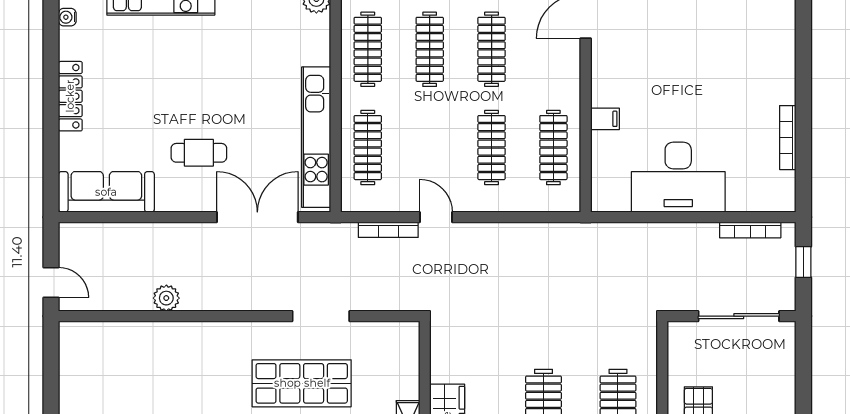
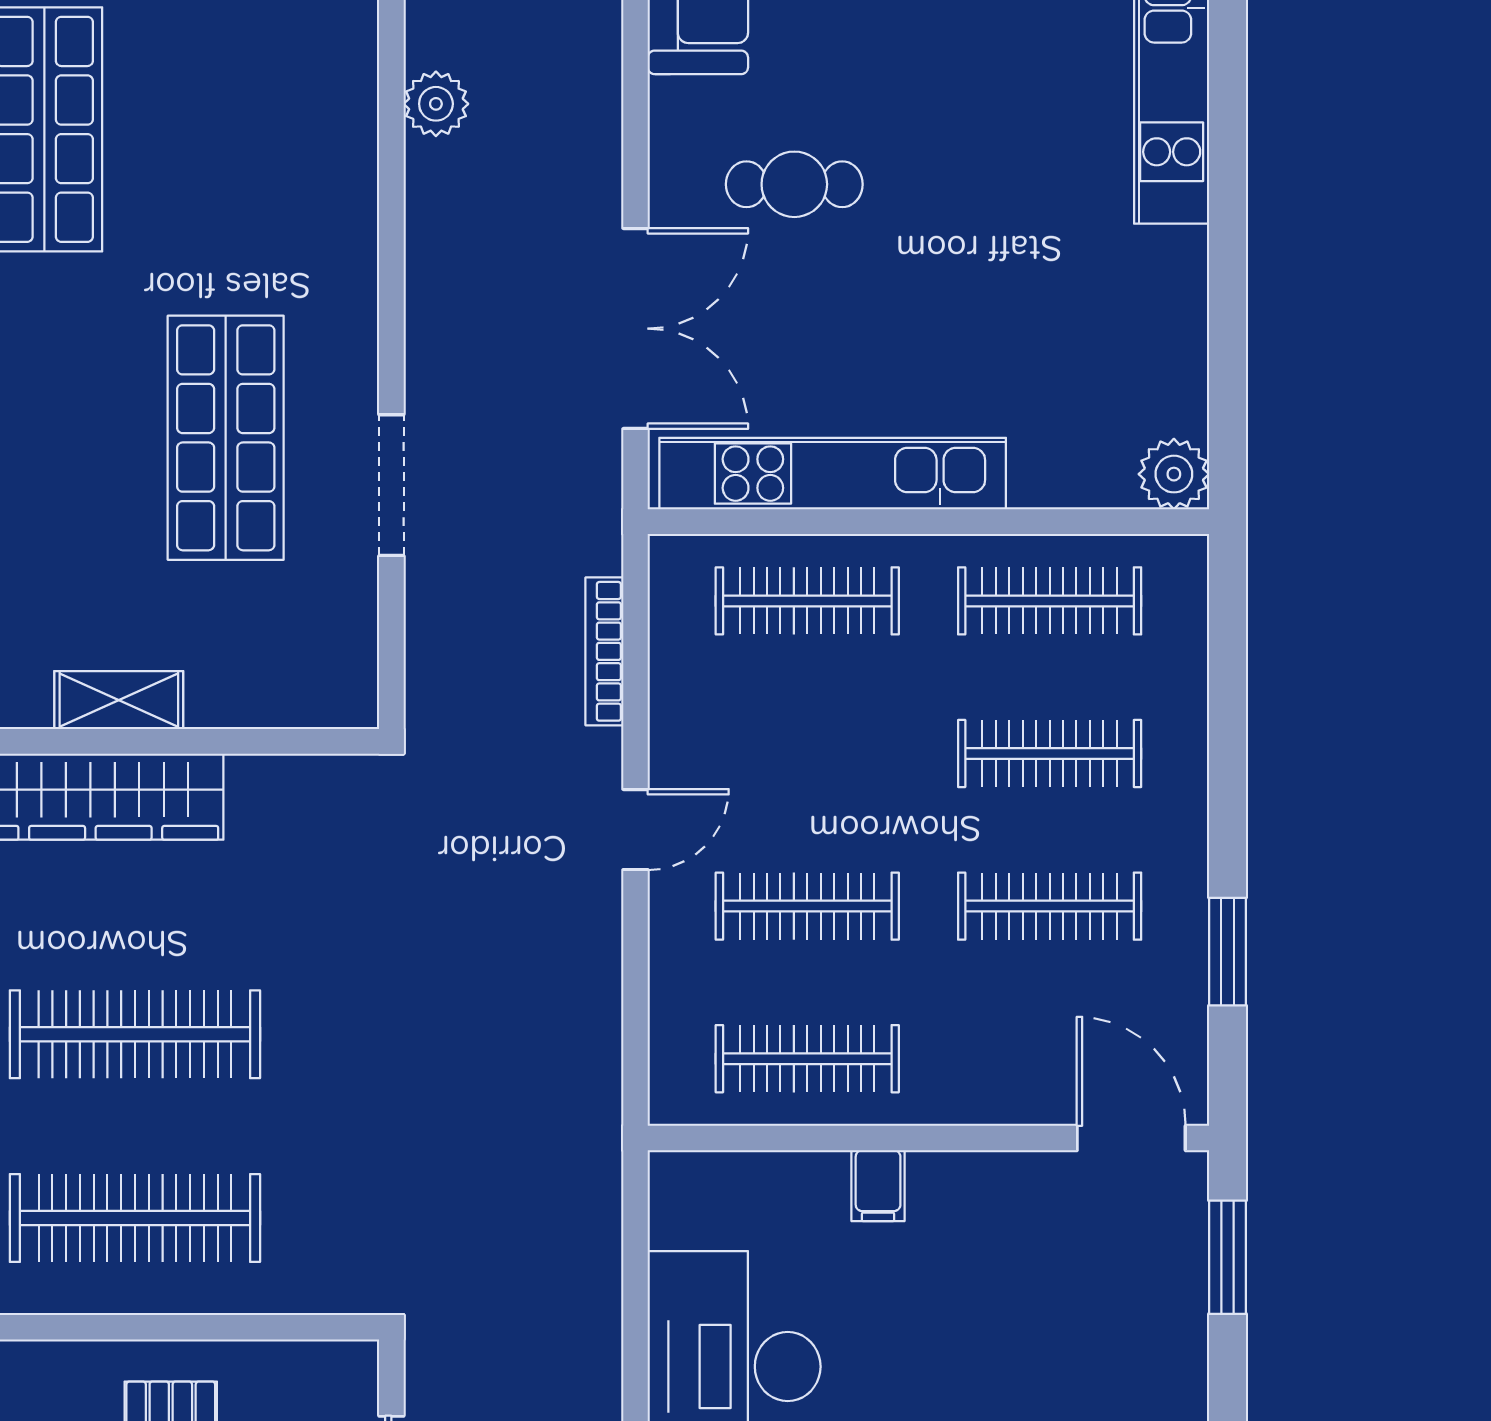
cafe table: (199, 153) -> (794, 184), turned 90
door: (436, 217) -> (635, 830), moved

